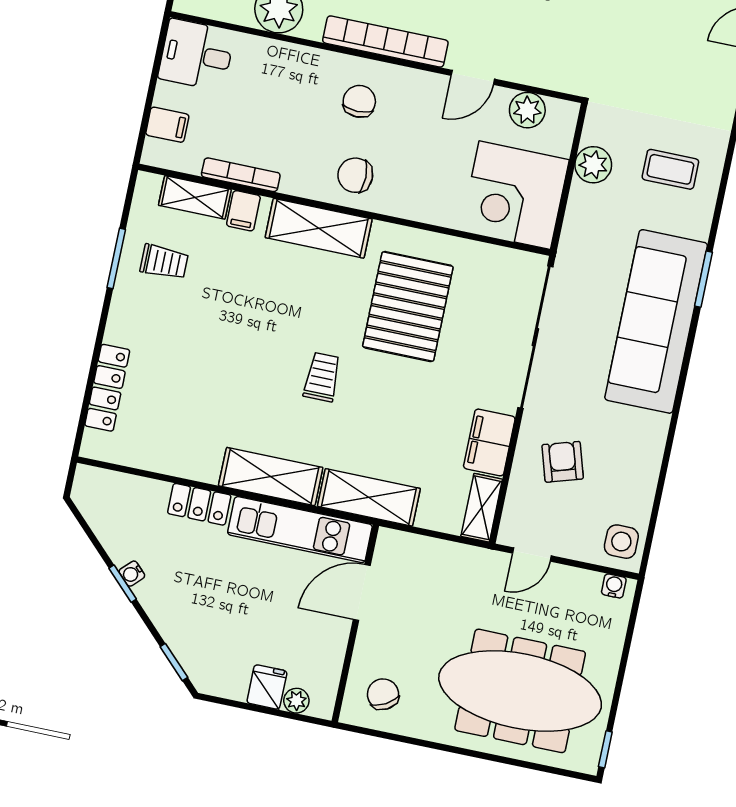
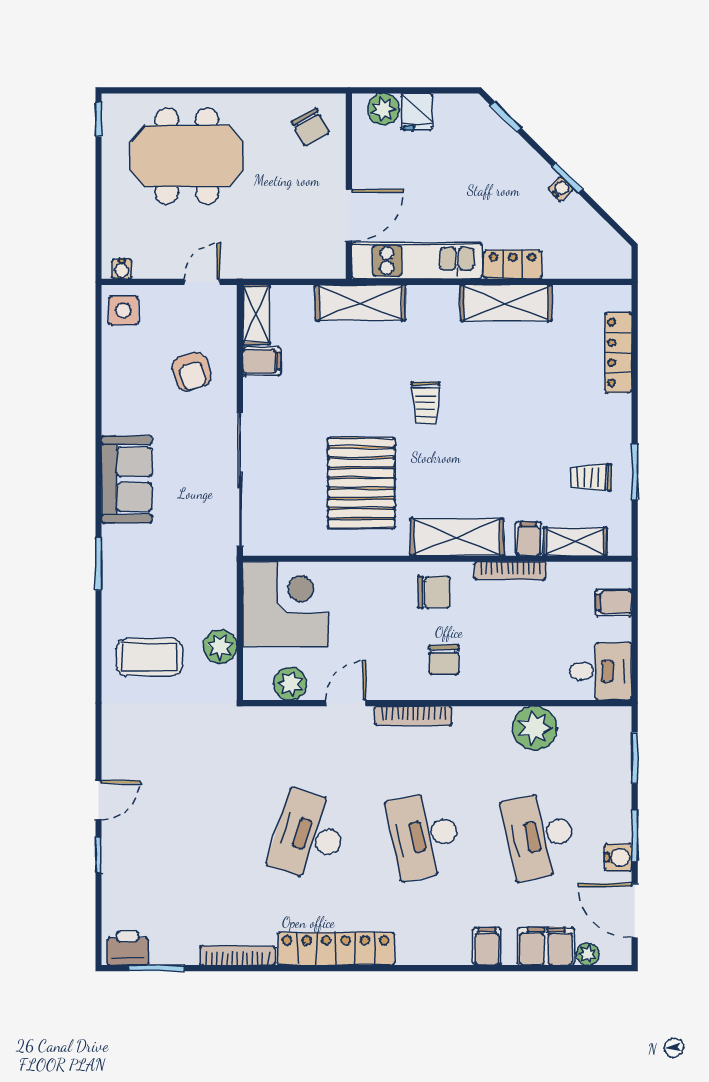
bookcase: (385, 41) -> (413, 716), width x0.68, depth x0.76
coffee table: (670, 169) -> (149, 657), width x1.36, depth x1.30
bookcase: (241, 175) -> (510, 571), moved
sofa: (656, 321) -> (127, 479), width x0.54, depth x0.79
filing cabinet: (489, 442) -> (262, 361), width x0.50
shelving: (271, 477) -> (506, 303), moved
meeting table: (520, 691) -> (187, 156), width x0.73
plant: (296, 701) -> (383, 109), width x1.38, depth x1.38

